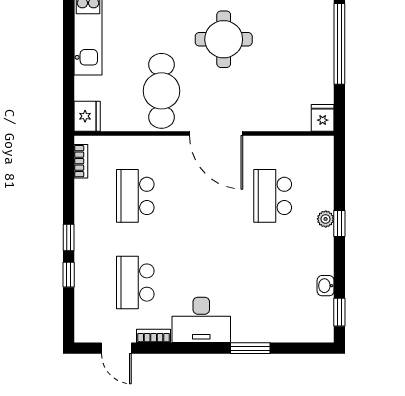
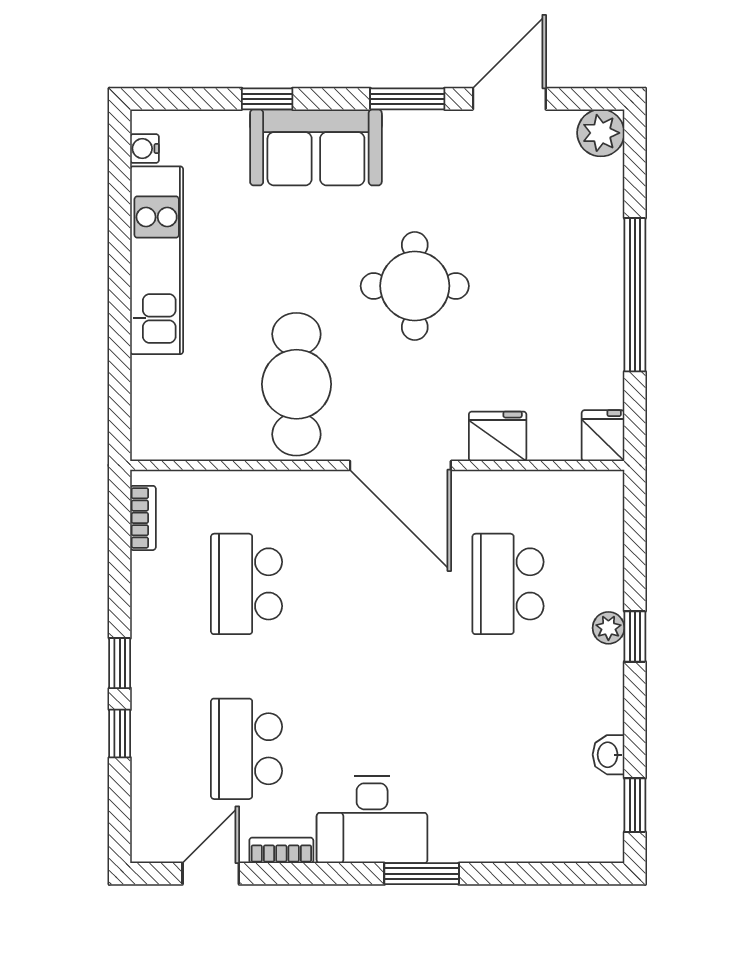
fridge: (87, 116) -> (498, 436), moved, turned -90
door: (116, 348) -> (211, 874), swing flipped
window: (250, 348) -> (422, 874), moved

